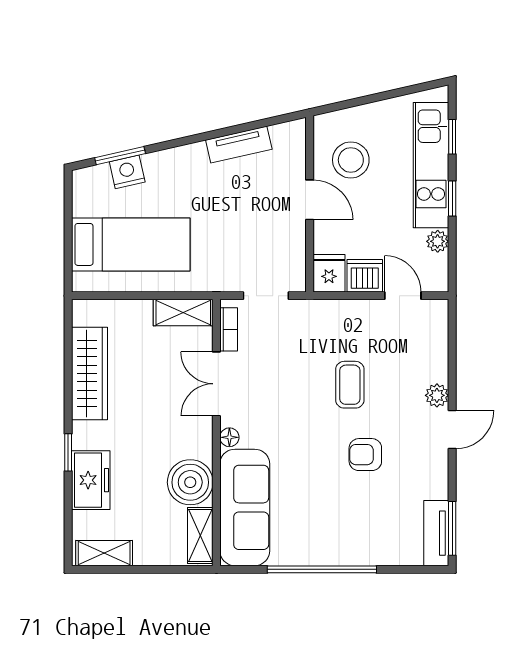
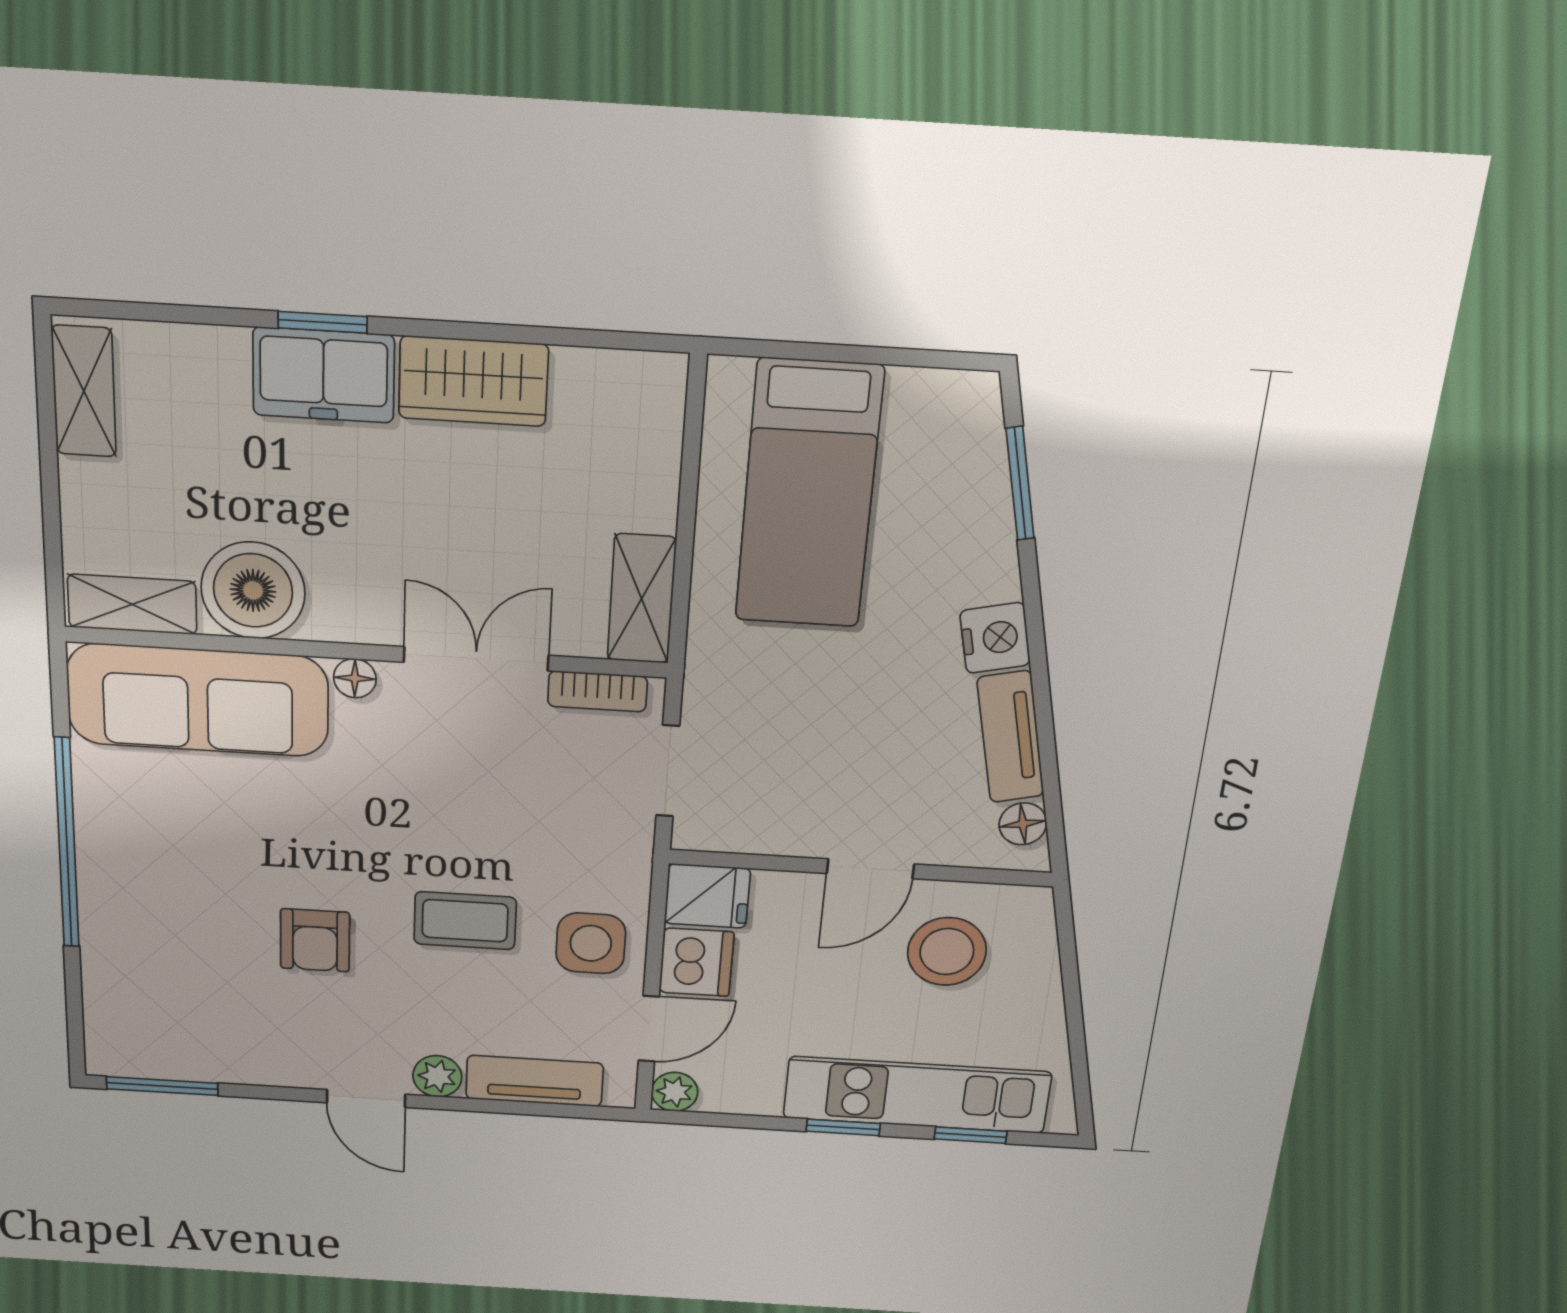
floor lamp: (282, 134) -> (1023, 824), added
nightstand: (127, 172) -> (995, 638), moved
plant: (438, 241) -> (675, 1092), moved
side table: (358, 326) -> (591, 943), added
wardrobe: (89, 373) -> (473, 381), width x0.67
armchair: (365, 455) -> (315, 940), turned 180
freezer: (91, 480) -> (324, 375), moved
tv unit: (436, 533) -> (534, 1081), moved

